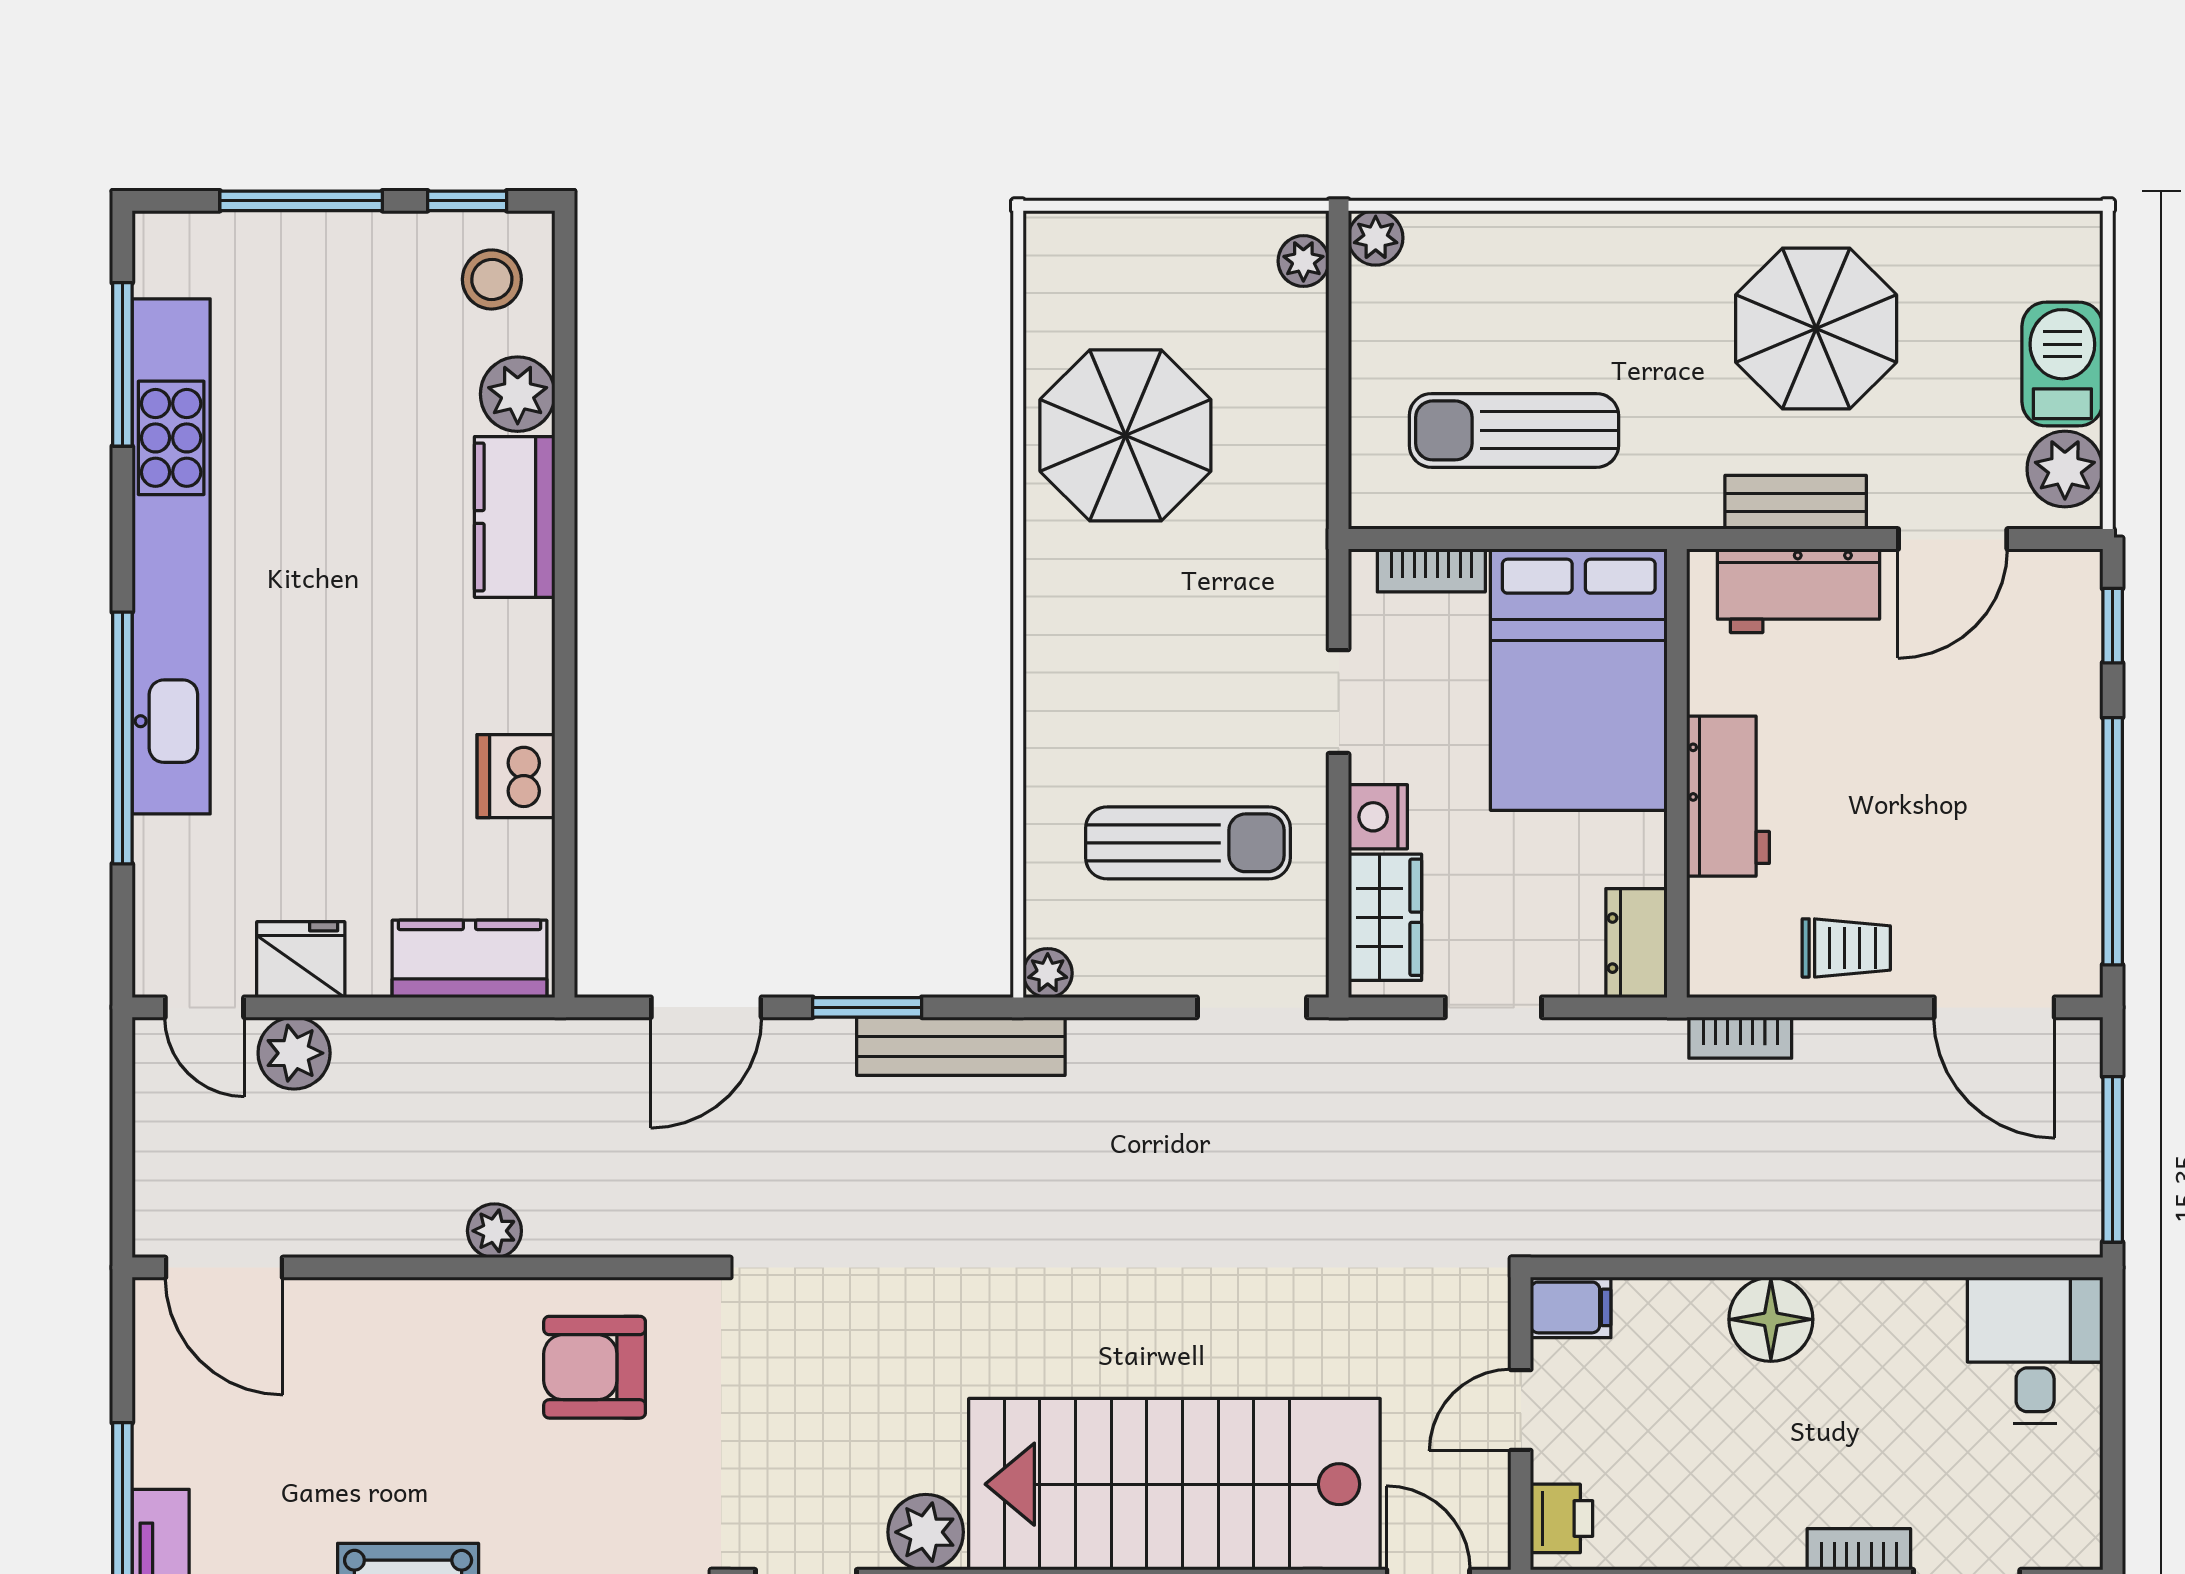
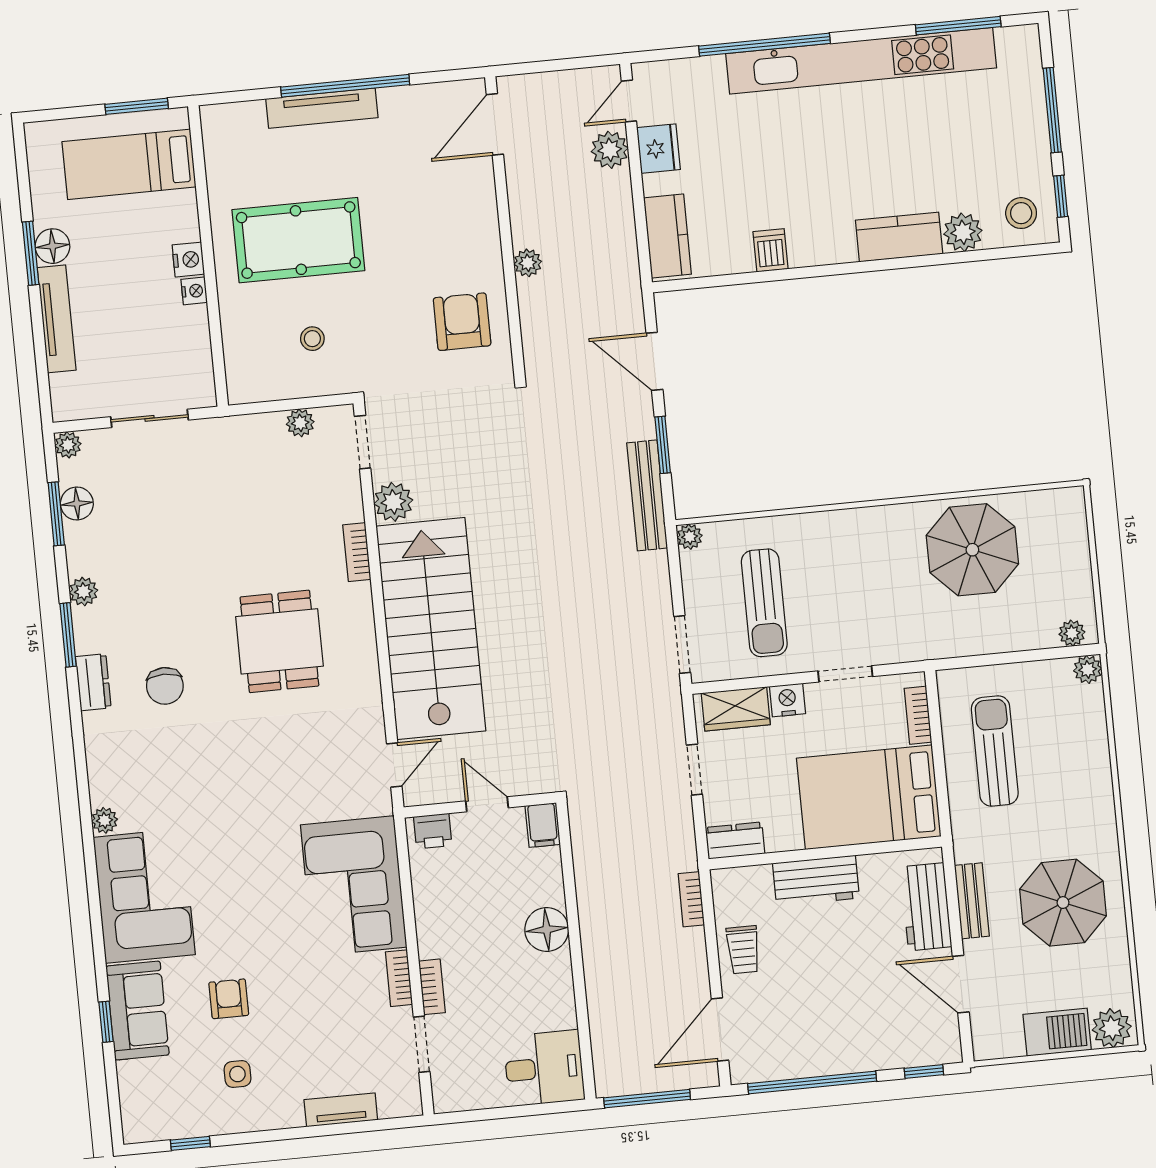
plant: (2065, 469) -> (1112, 1028), moved
dishwasher: (516, 776) -> (771, 250), width x0.73

